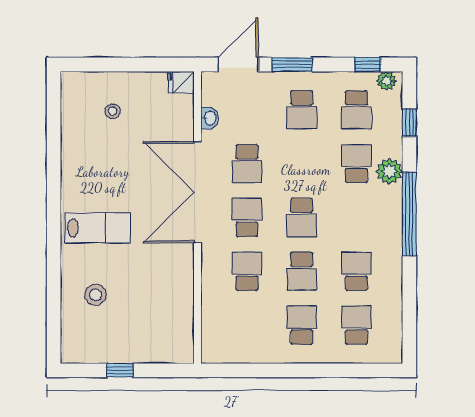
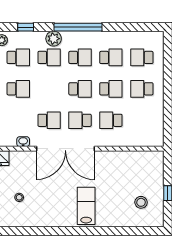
school desk: (356, 164) -> (49, 57), turned 180
school desk: (356, 217) -> (80, 57), added
school desk: (356, 271) -> (111, 57), turned 180
stool: (96, 295) -> (141, 202), moved

